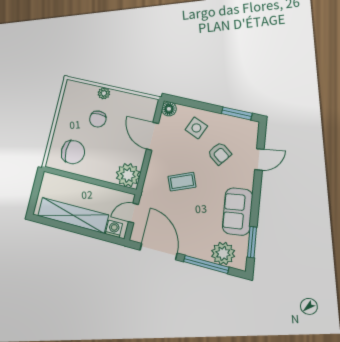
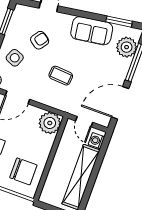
chair: (73, 152) -> (23, 171), turned 90
coffee table: (182, 182) -> (61, 76), turned -63

